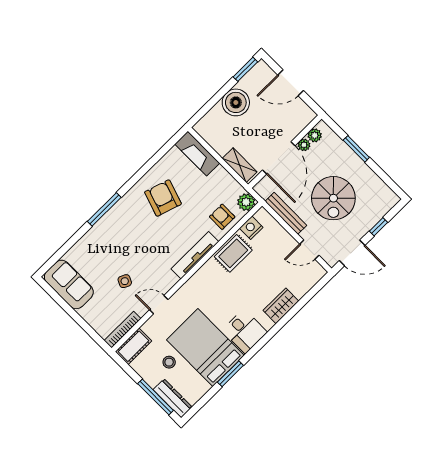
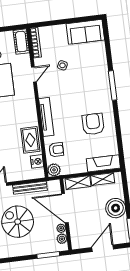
shelving: (215, 141) -> (103, 179), added
window: (356, 149) -> (48, 255), moved
armchair: (163, 198) -> (93, 124), turned -108

